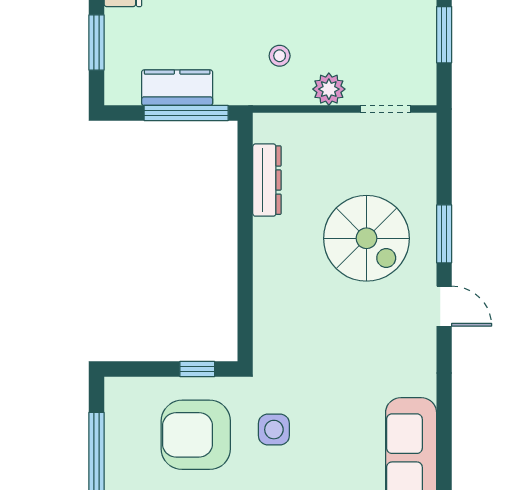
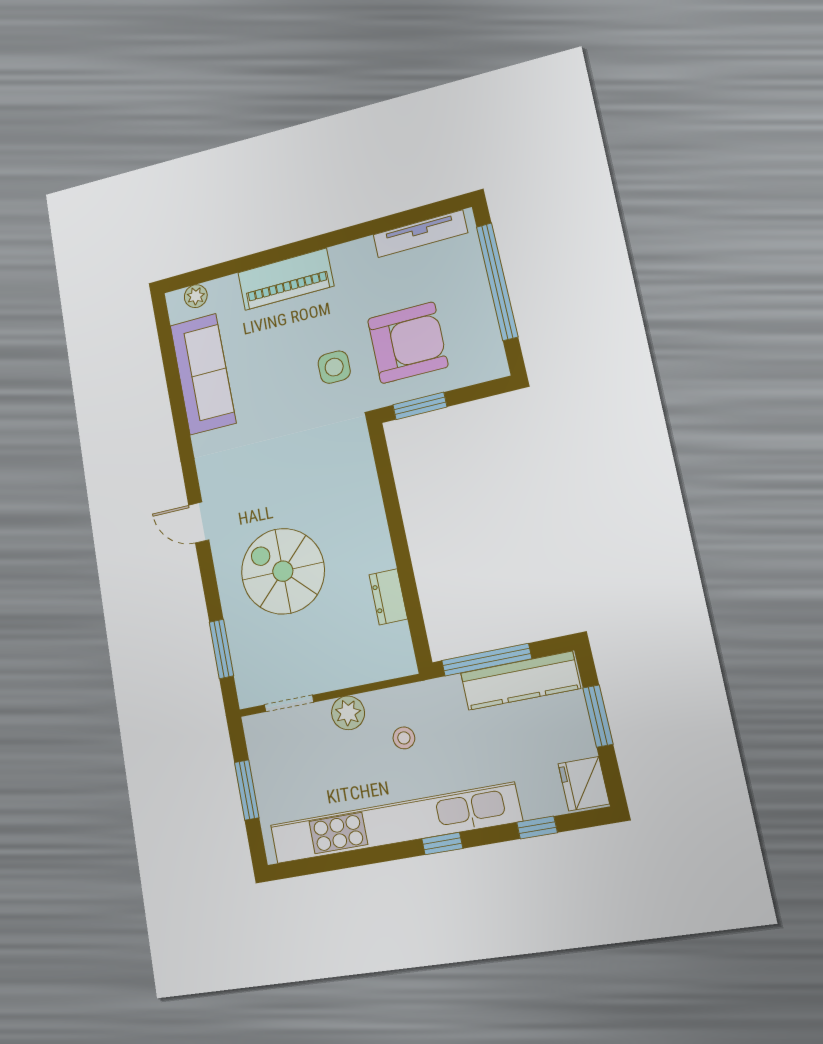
kitchen counter: (177, 88) -> (520, 681), width x1.50
dresser: (267, 180) -> (388, 597), width x0.70
window: (444, 234) -> (221, 649), moved
window: (197, 369) -> (420, 406), width x1.50

